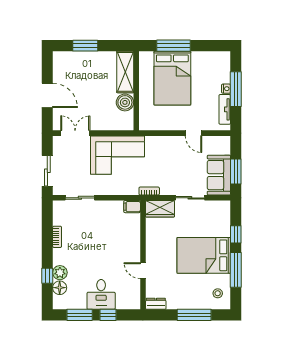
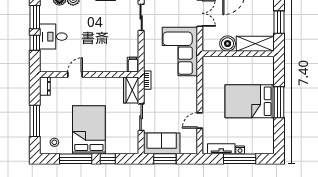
shelving: (125, 72) -> (255, 44), moved
wall: (136, 91) -> (238, 54), moved
boiler: (125, 102) -> (228, 44), moved

